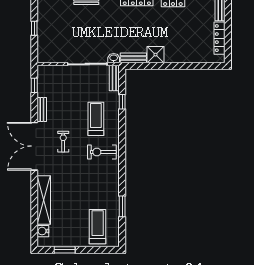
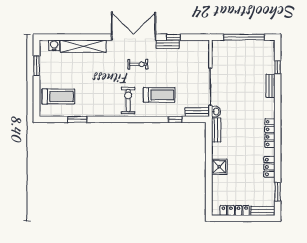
window: (34, 28) -> (244, 37), width x3.17
shower: (156, 55) -> (219, 167), moved
window: (34, 85) -> (173, 37), moved

